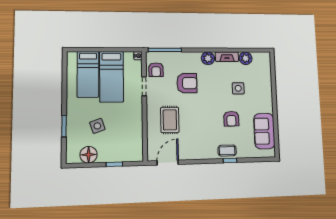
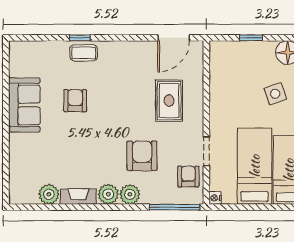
plant: (194, 58) -> (130, 194), added
armchair: (187, 83) -> (142, 156), turned 90
side table: (238, 88) -> (63, 147), removed
sofa: (264, 131) -> (24, 105), moved

